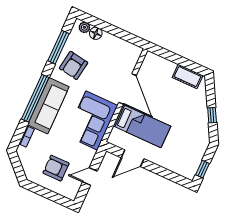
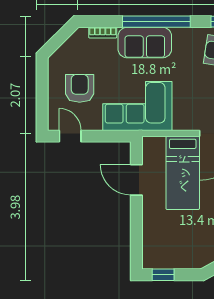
sofa: (48, 106) -> (145, 43), width x0.73
corner sofa: (92, 120) -> (137, 106), moved
door: (90, 177) -> (70, 136), moved

